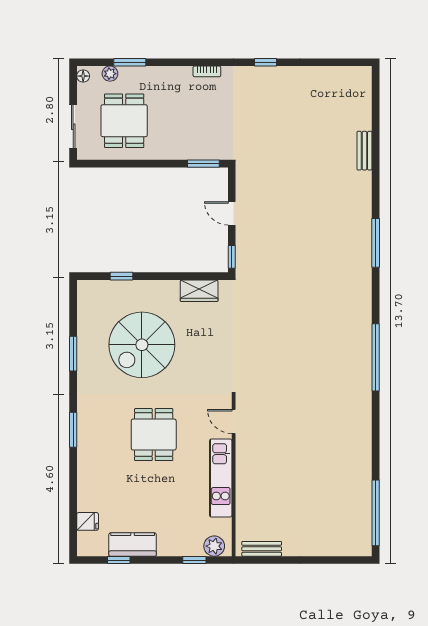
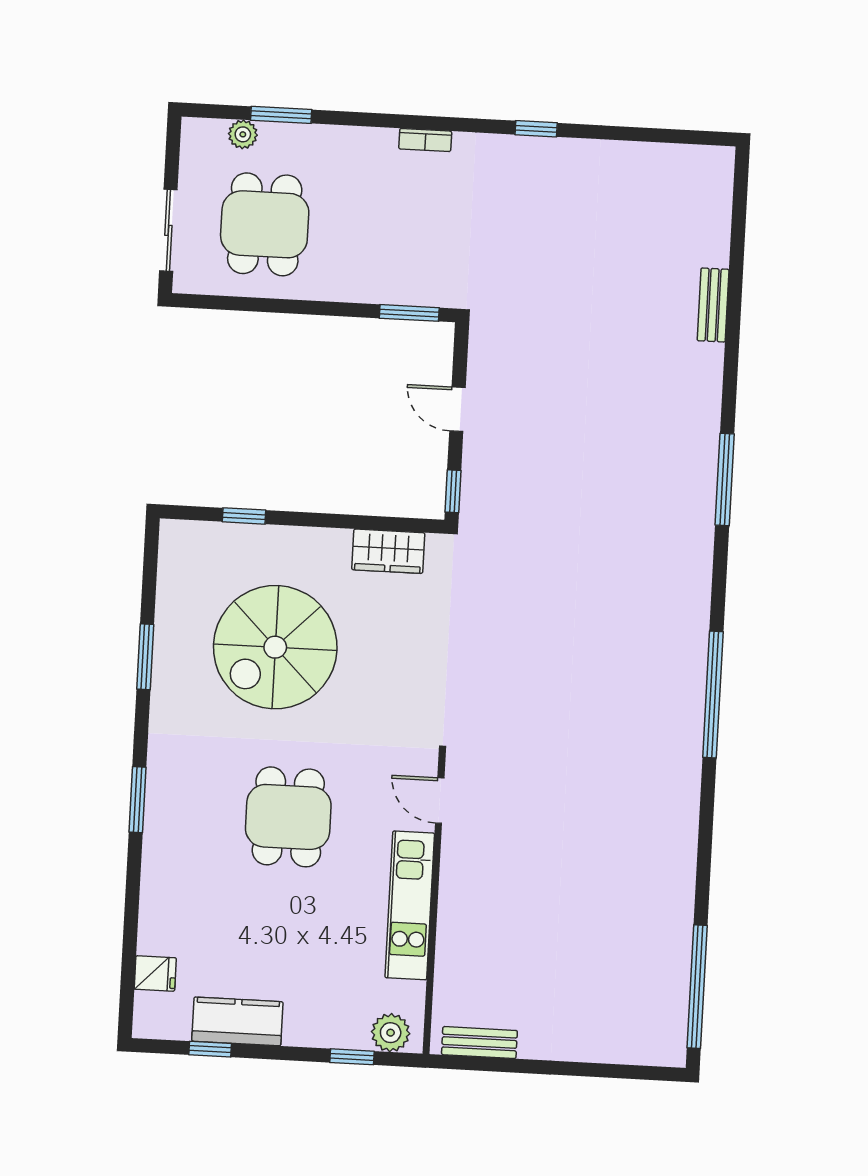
floor lamp: (83, 76) -> (192, 136), removed

